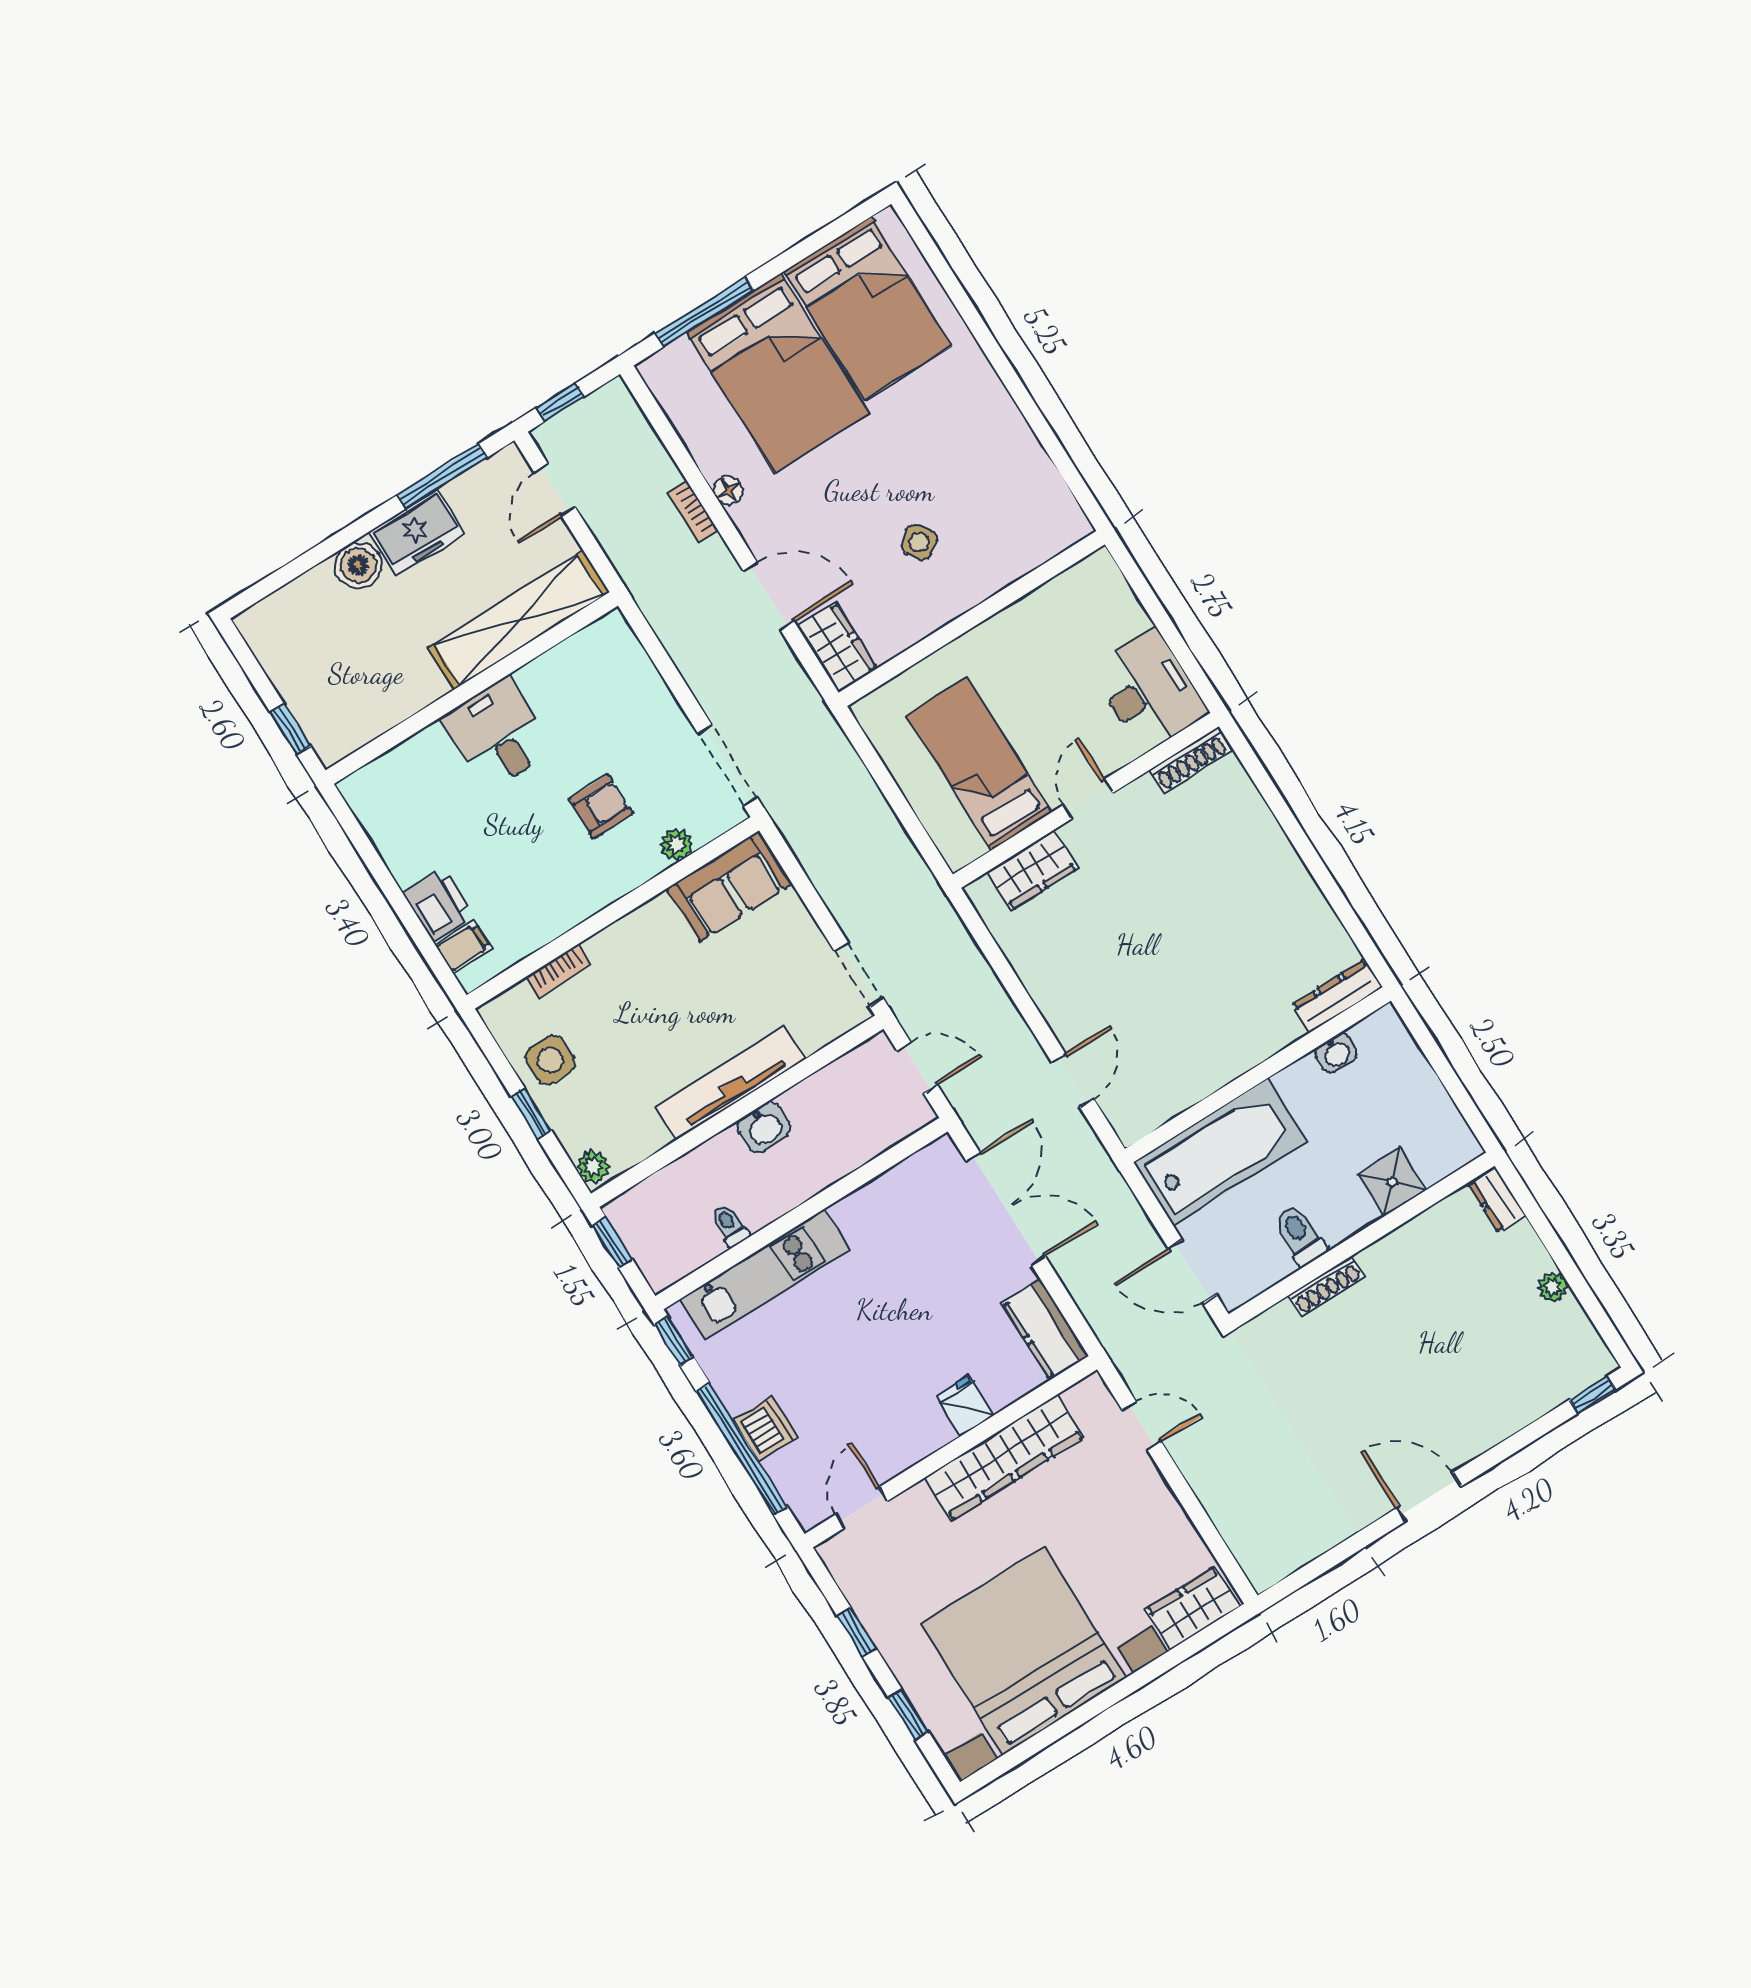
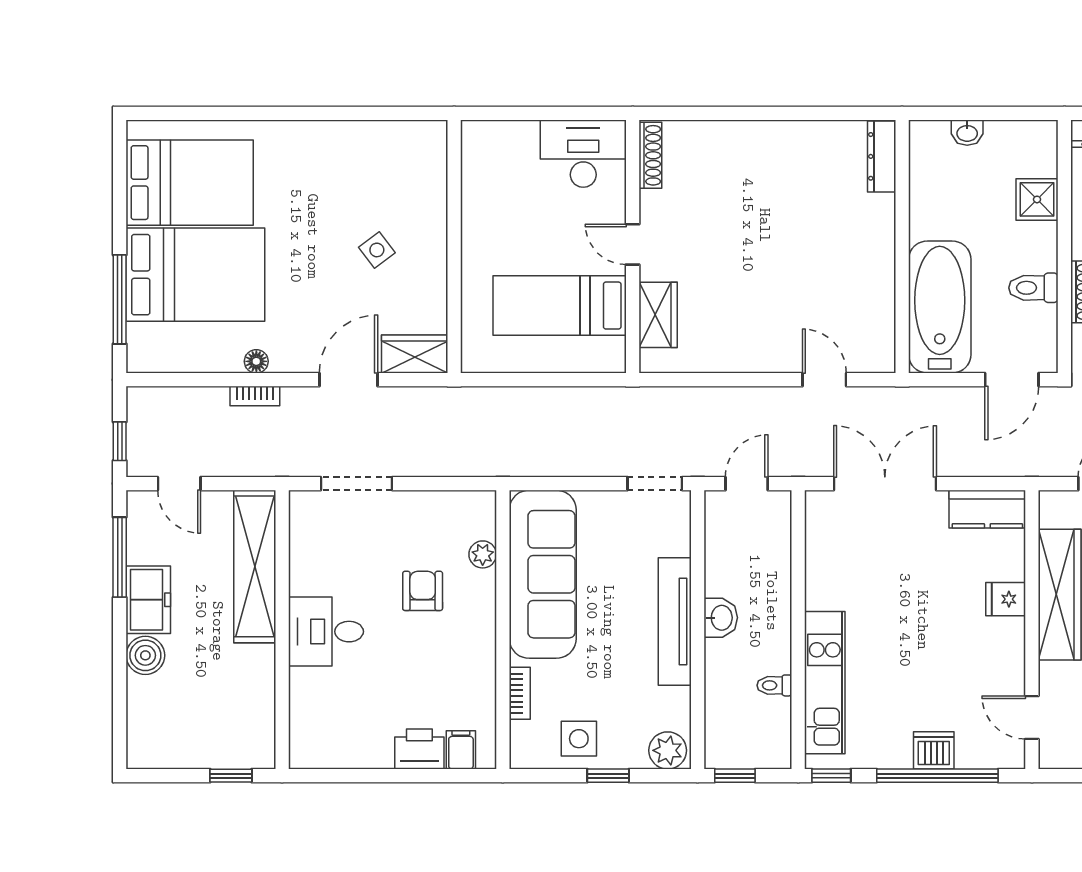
doorway: (728, 765) -> (357, 484), moved
sofa: (730, 886) -> (543, 574), width x1.85, depth x1.27
washbasin: (1336, 1053) -> (967, 133), moved, turned 90
plant: (593, 1166) -> (668, 750), width x1.38, depth x1.38

